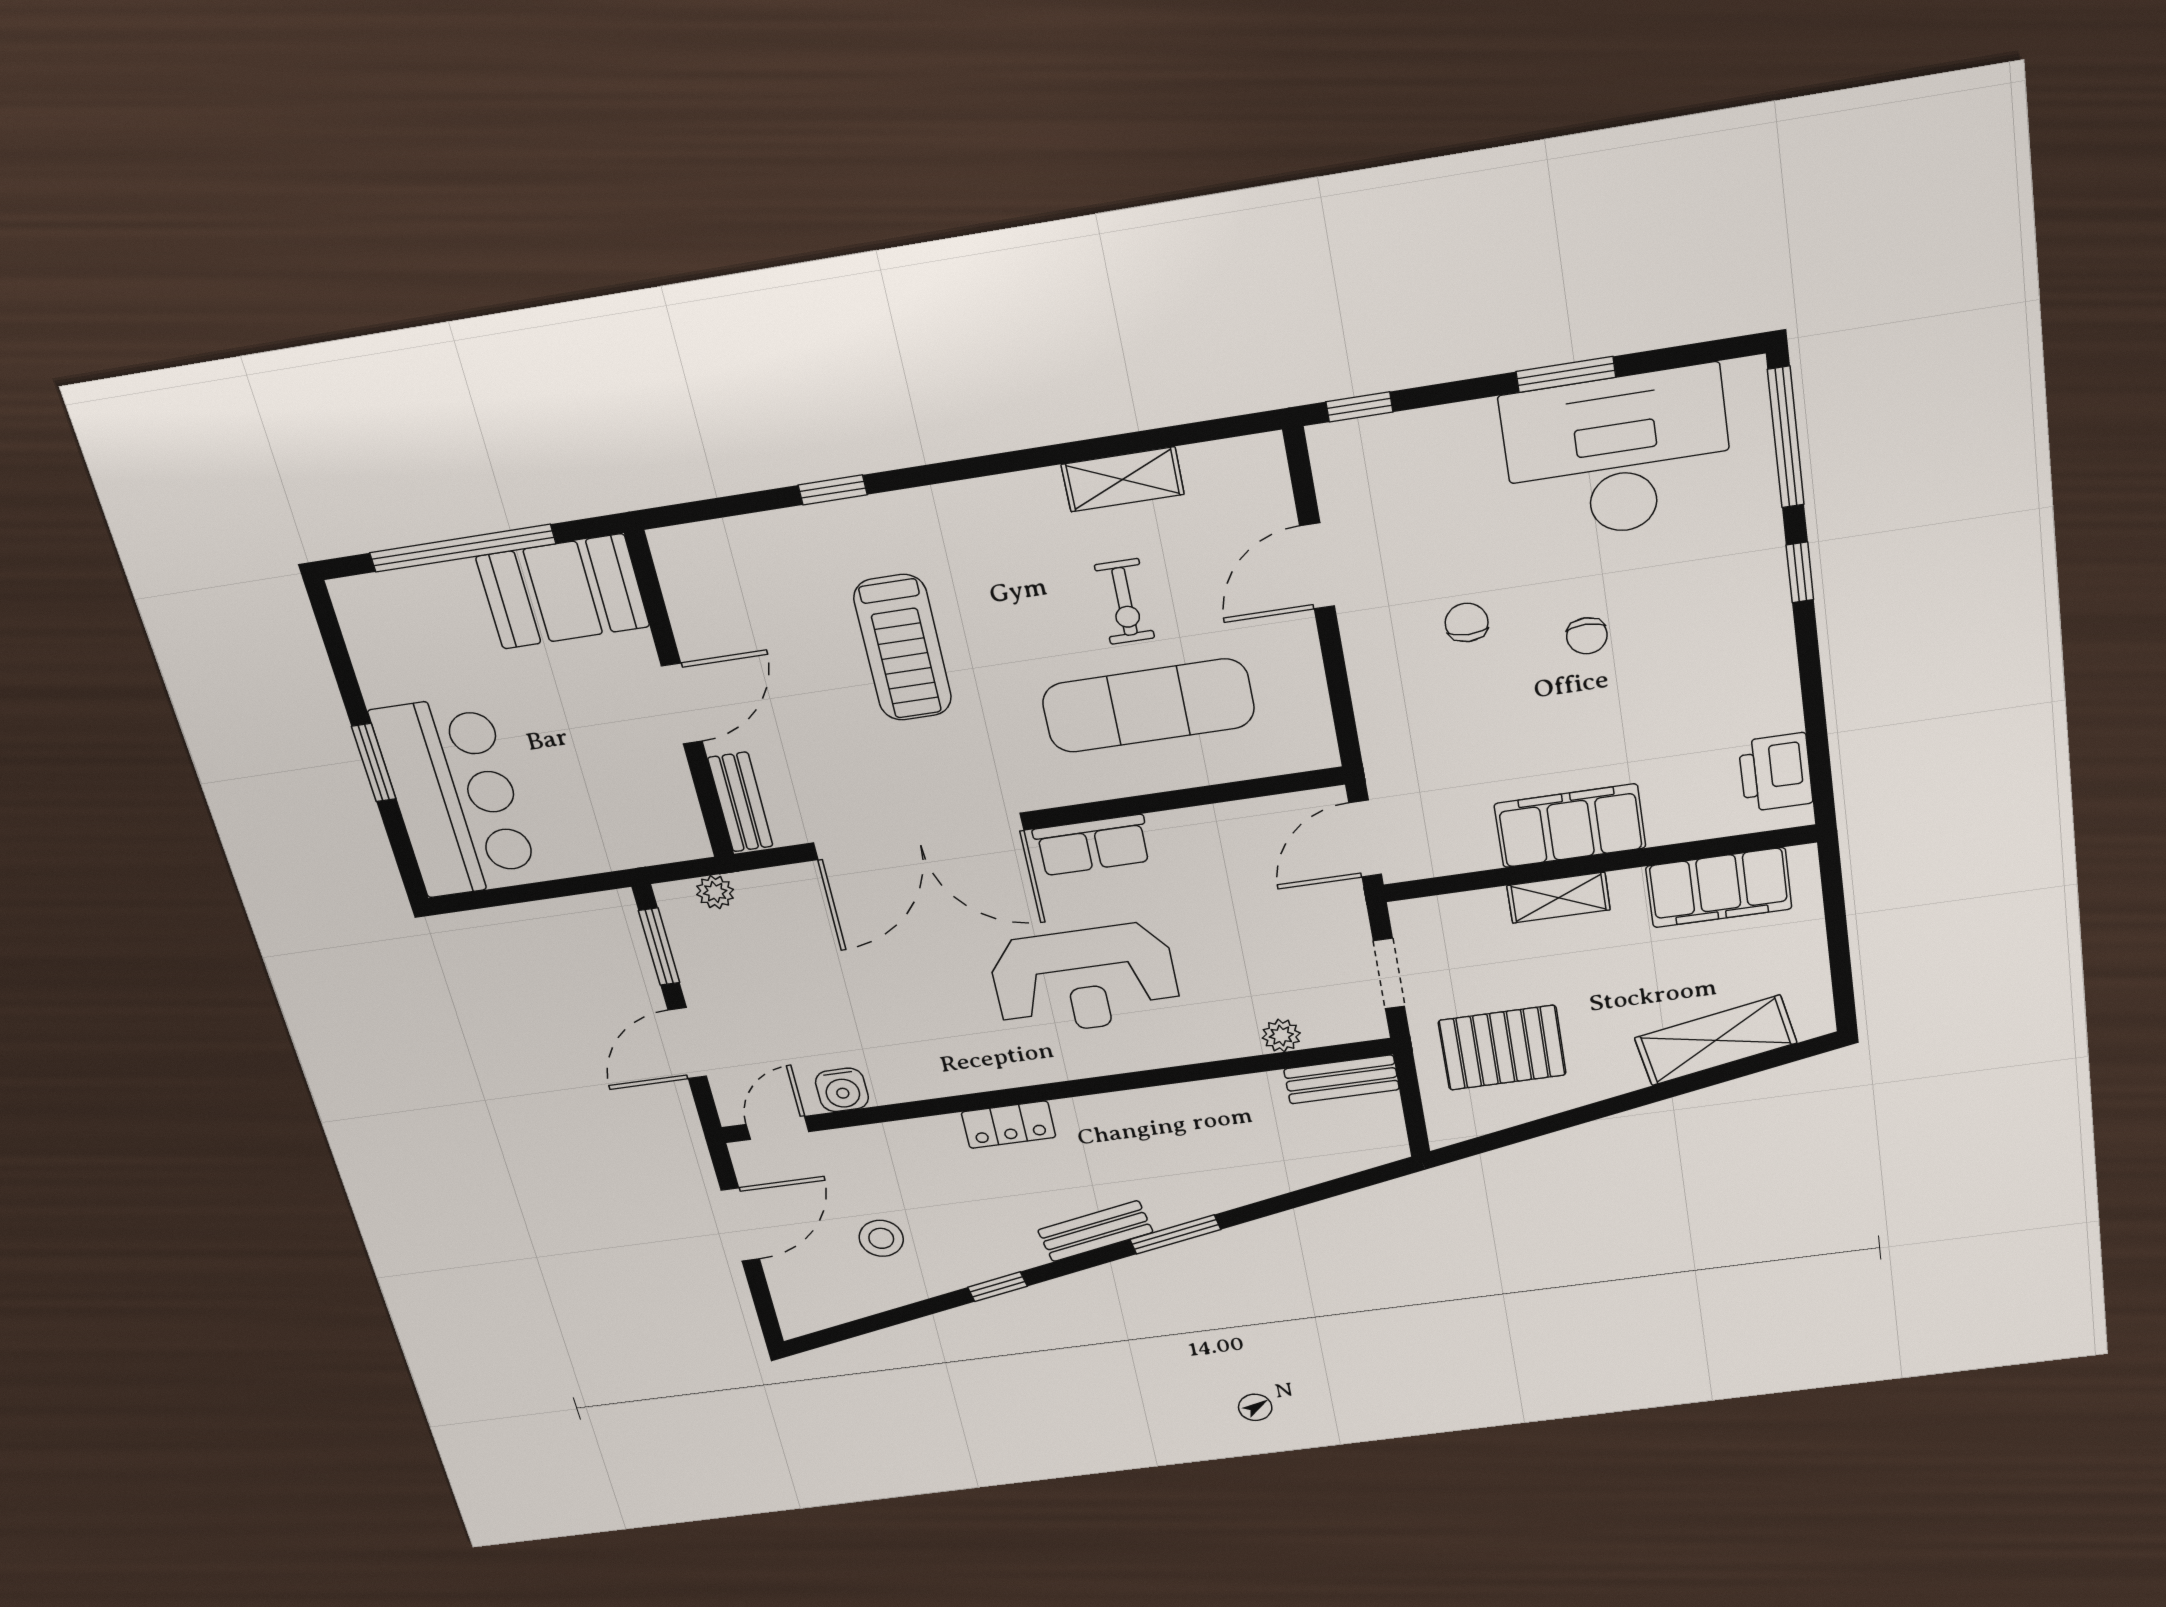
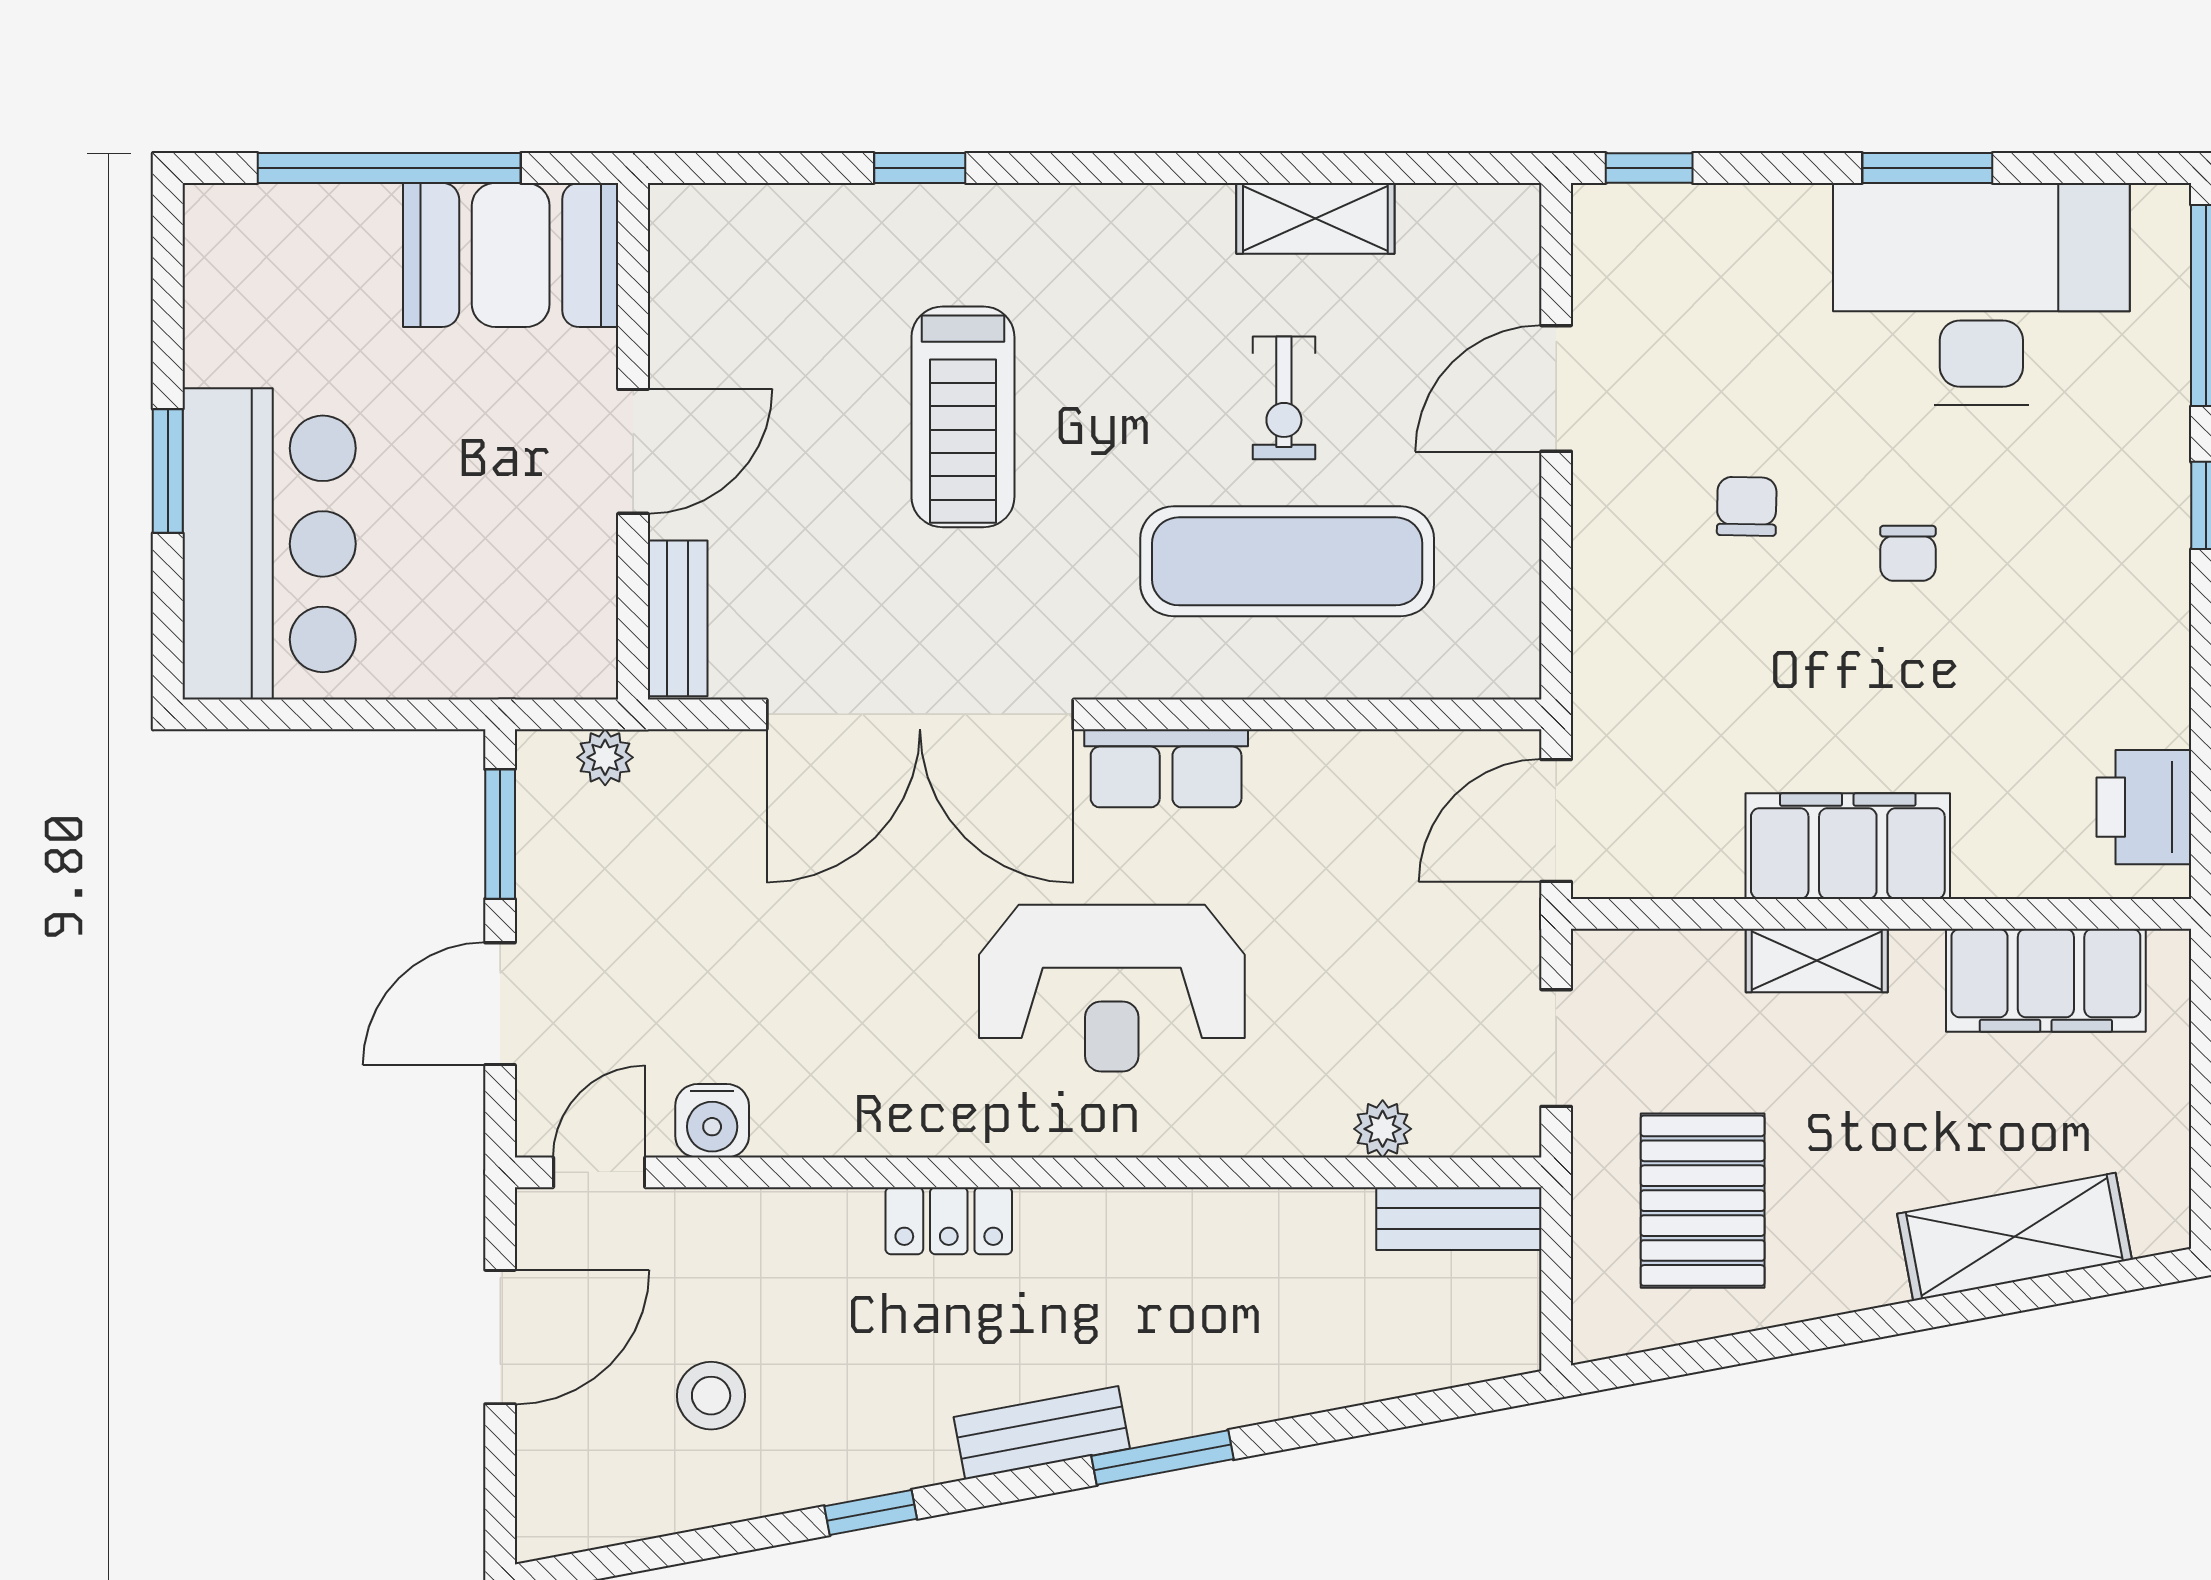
pallet: (1502, 1048) -> (1703, 1201), turned 90

